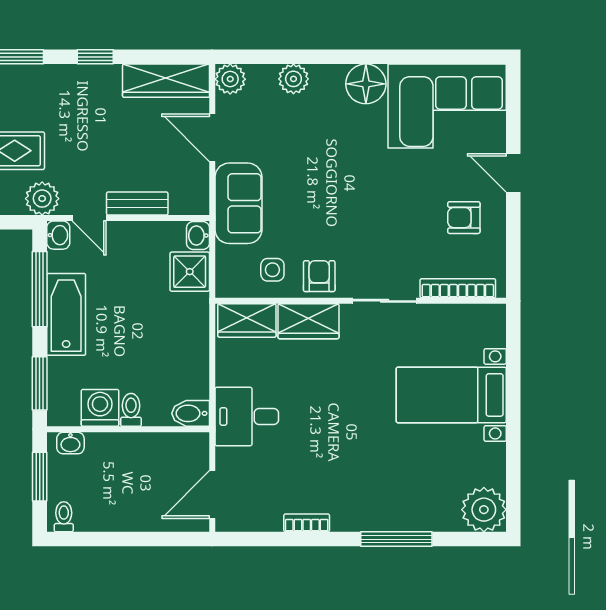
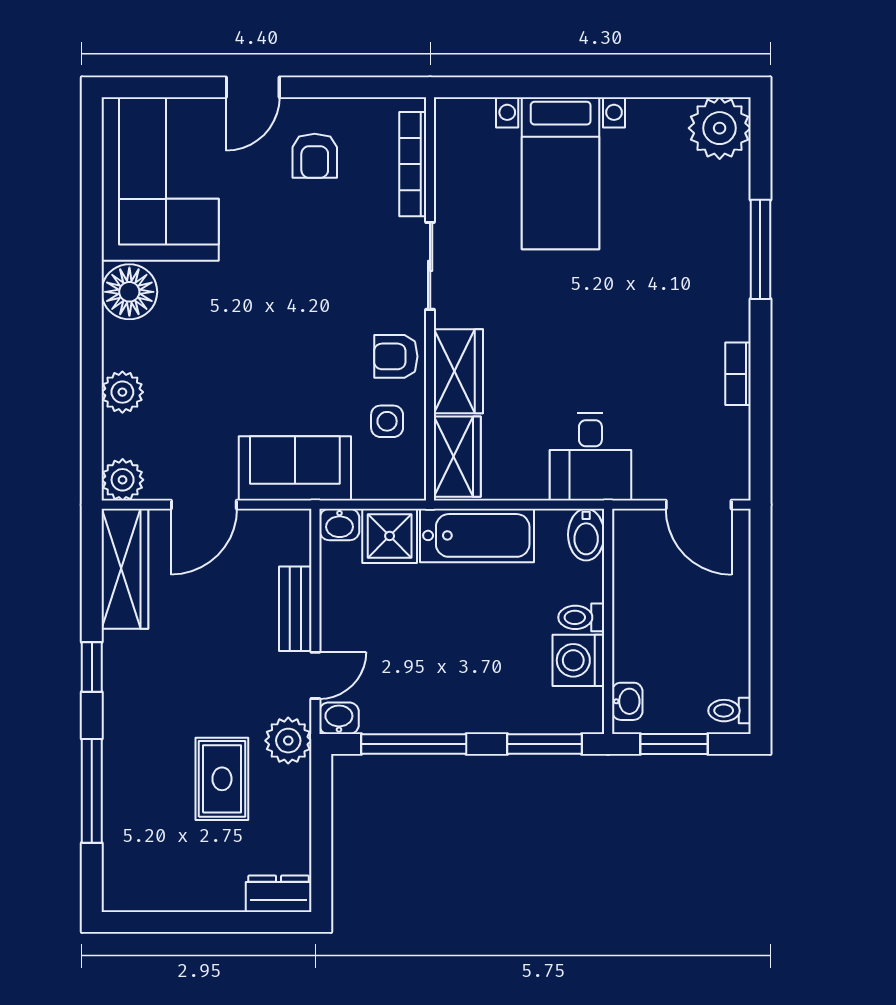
bathtub: (66, 314) -> (477, 535), moved, turned 180

